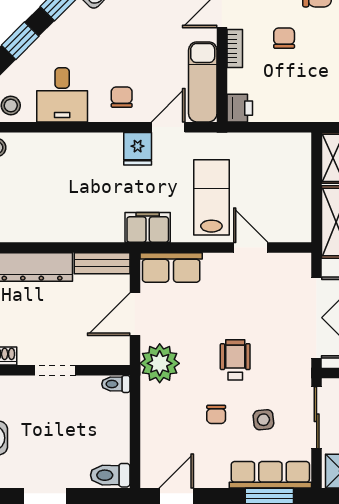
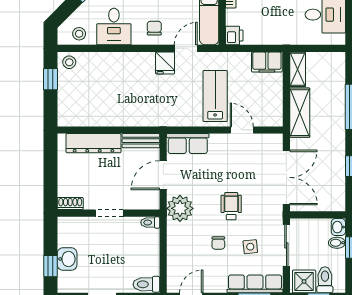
filing cabinet: (148, 227) -> (267, 62), moved, turned 180

